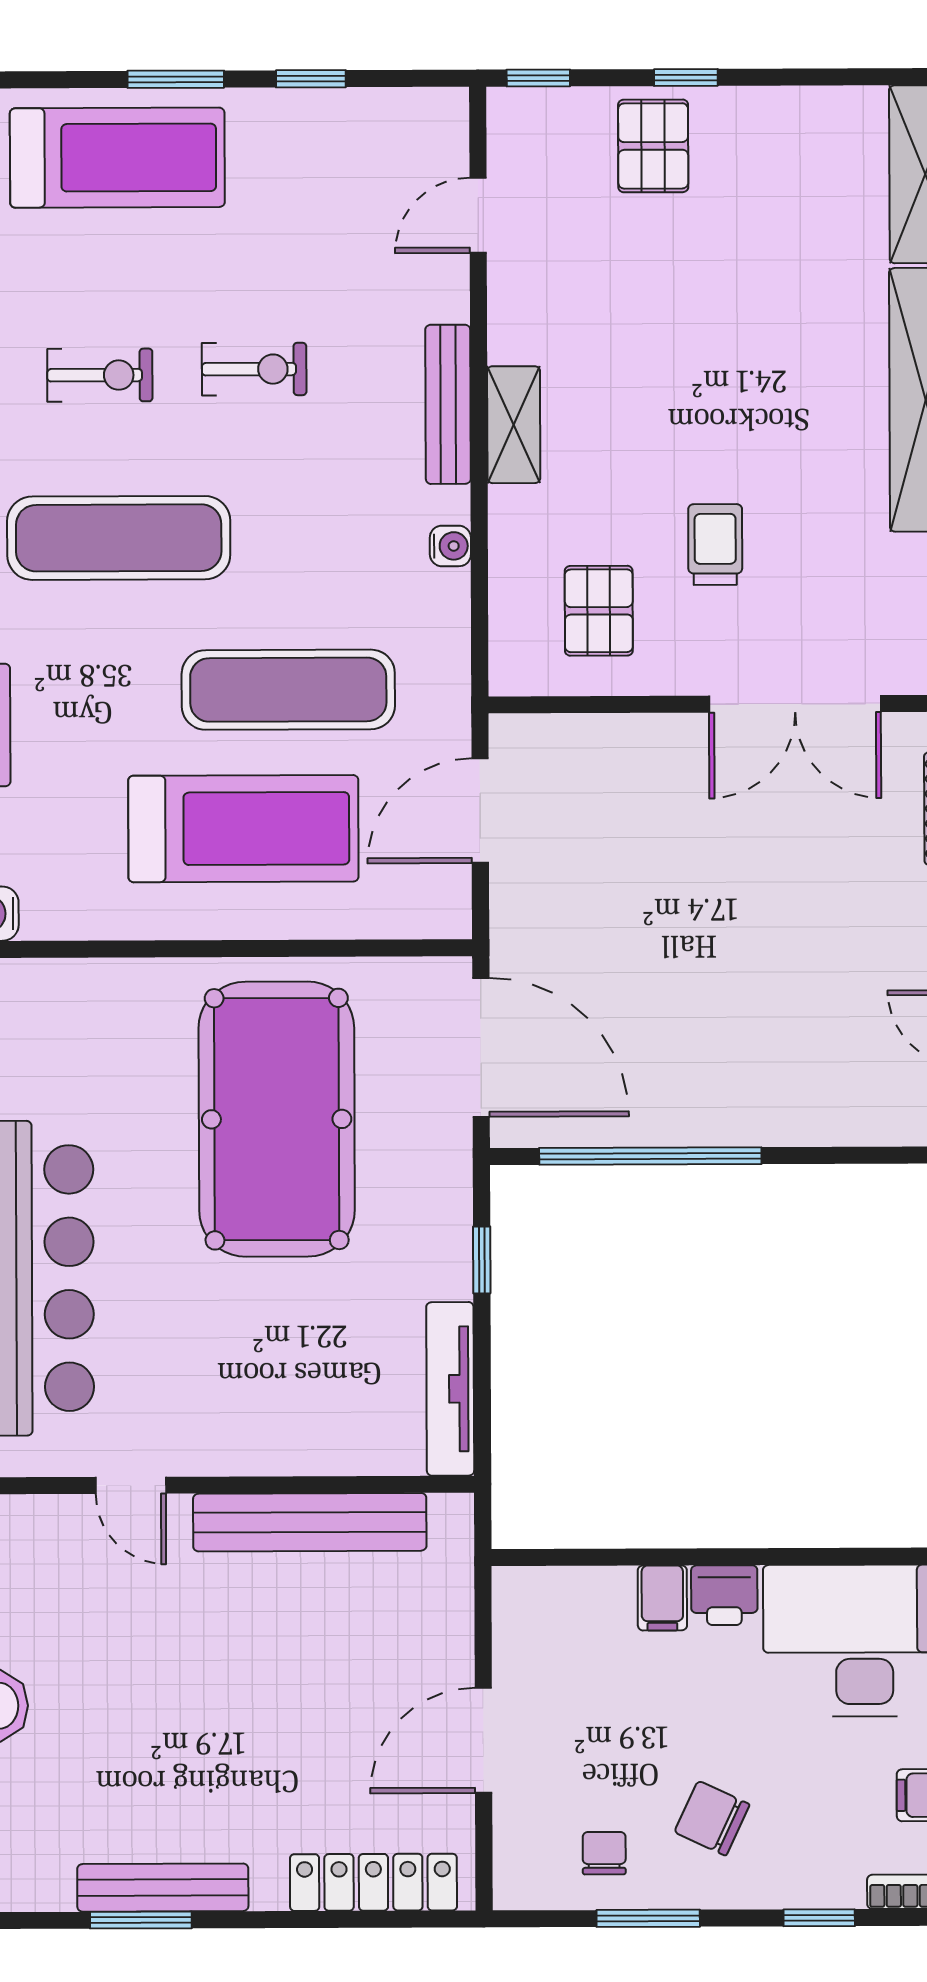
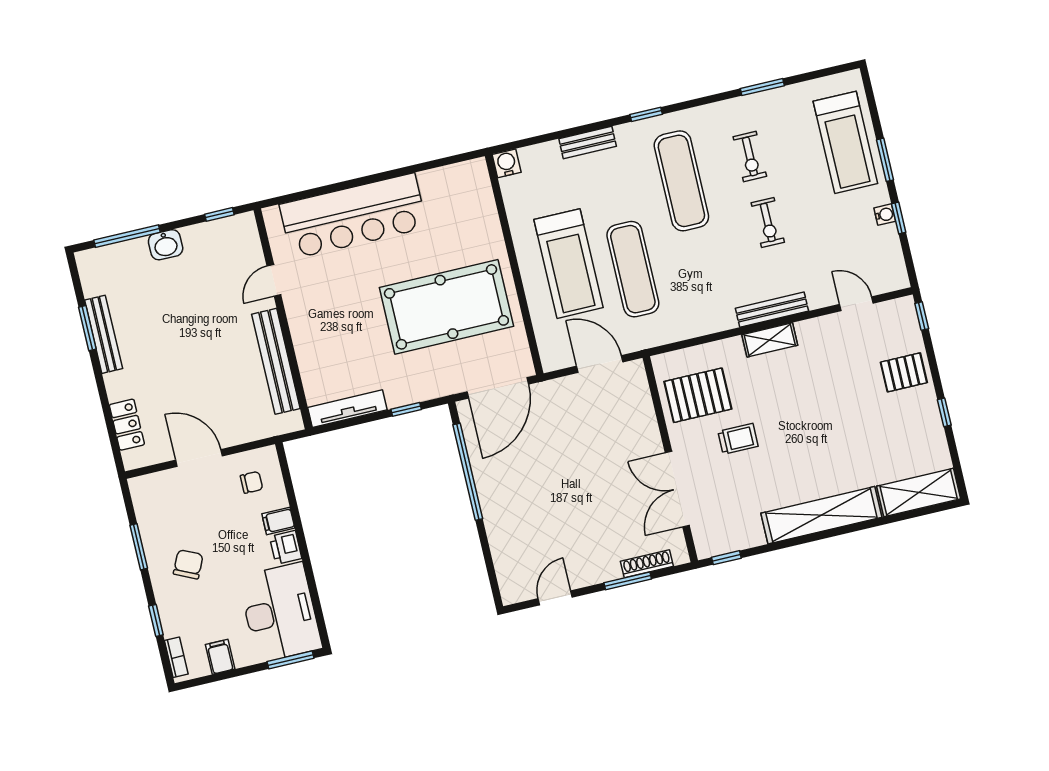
window: (686, 77) -> (944, 412), moved
water cooler: (450, 546) -> (885, 215), moved, turned -90
pallet: (599, 611) -> (698, 395), width x1.50, depth x1.42
chair: (604, 1853) -> (252, 482), moved
locker: (373, 1882) -> (127, 425), width x0.66

